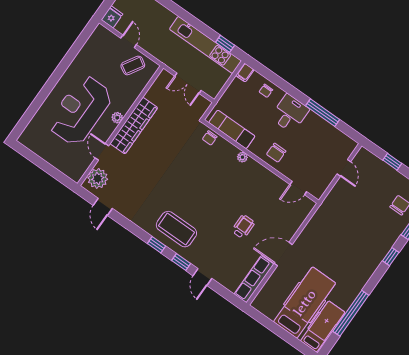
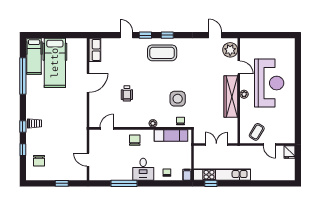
side table: (195, 165) -> (178, 99), added
wheelchair: (243, 227) -> (127, 93), moved
trolley: (375, 251) -> (35, 123), added
row of seats: (254, 279) -> (95, 50), width x0.68

